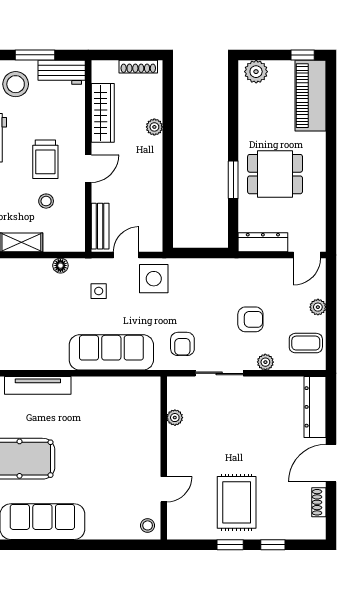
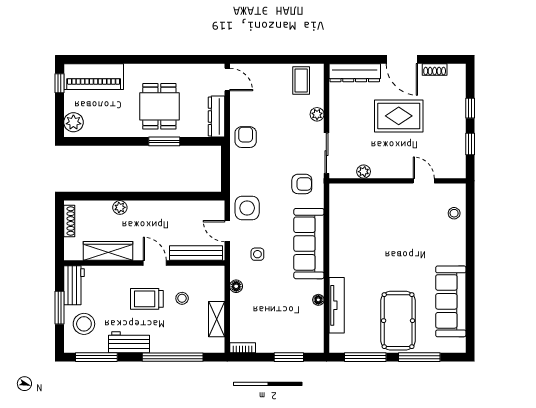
trolley: (45, 159) -> (147, 299), turned 180
bench: (100, 226) -> (196, 253), width x1.36
plant: (318, 307) -> (271, 70), removed
armchair: (250, 319) -> (246, 137), moved
floor lamp: (44, 364) -> (318, 300), added
plant: (175, 418) -> (364, 172), moved
wall: (164, 458) -> (397, 181), moved
door: (164, 489) -> (424, 181), moved
rug: (237, 502) -> (399, 116), moved

